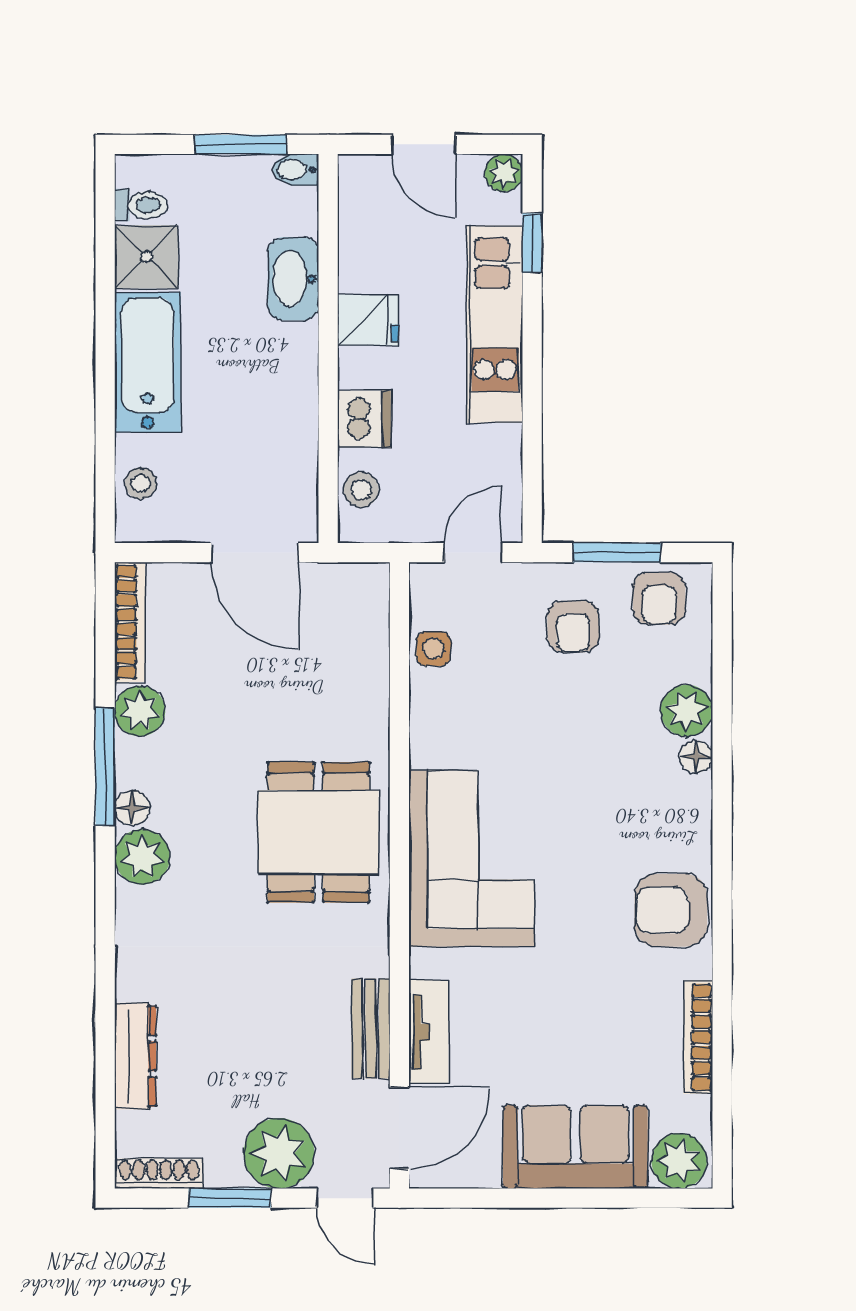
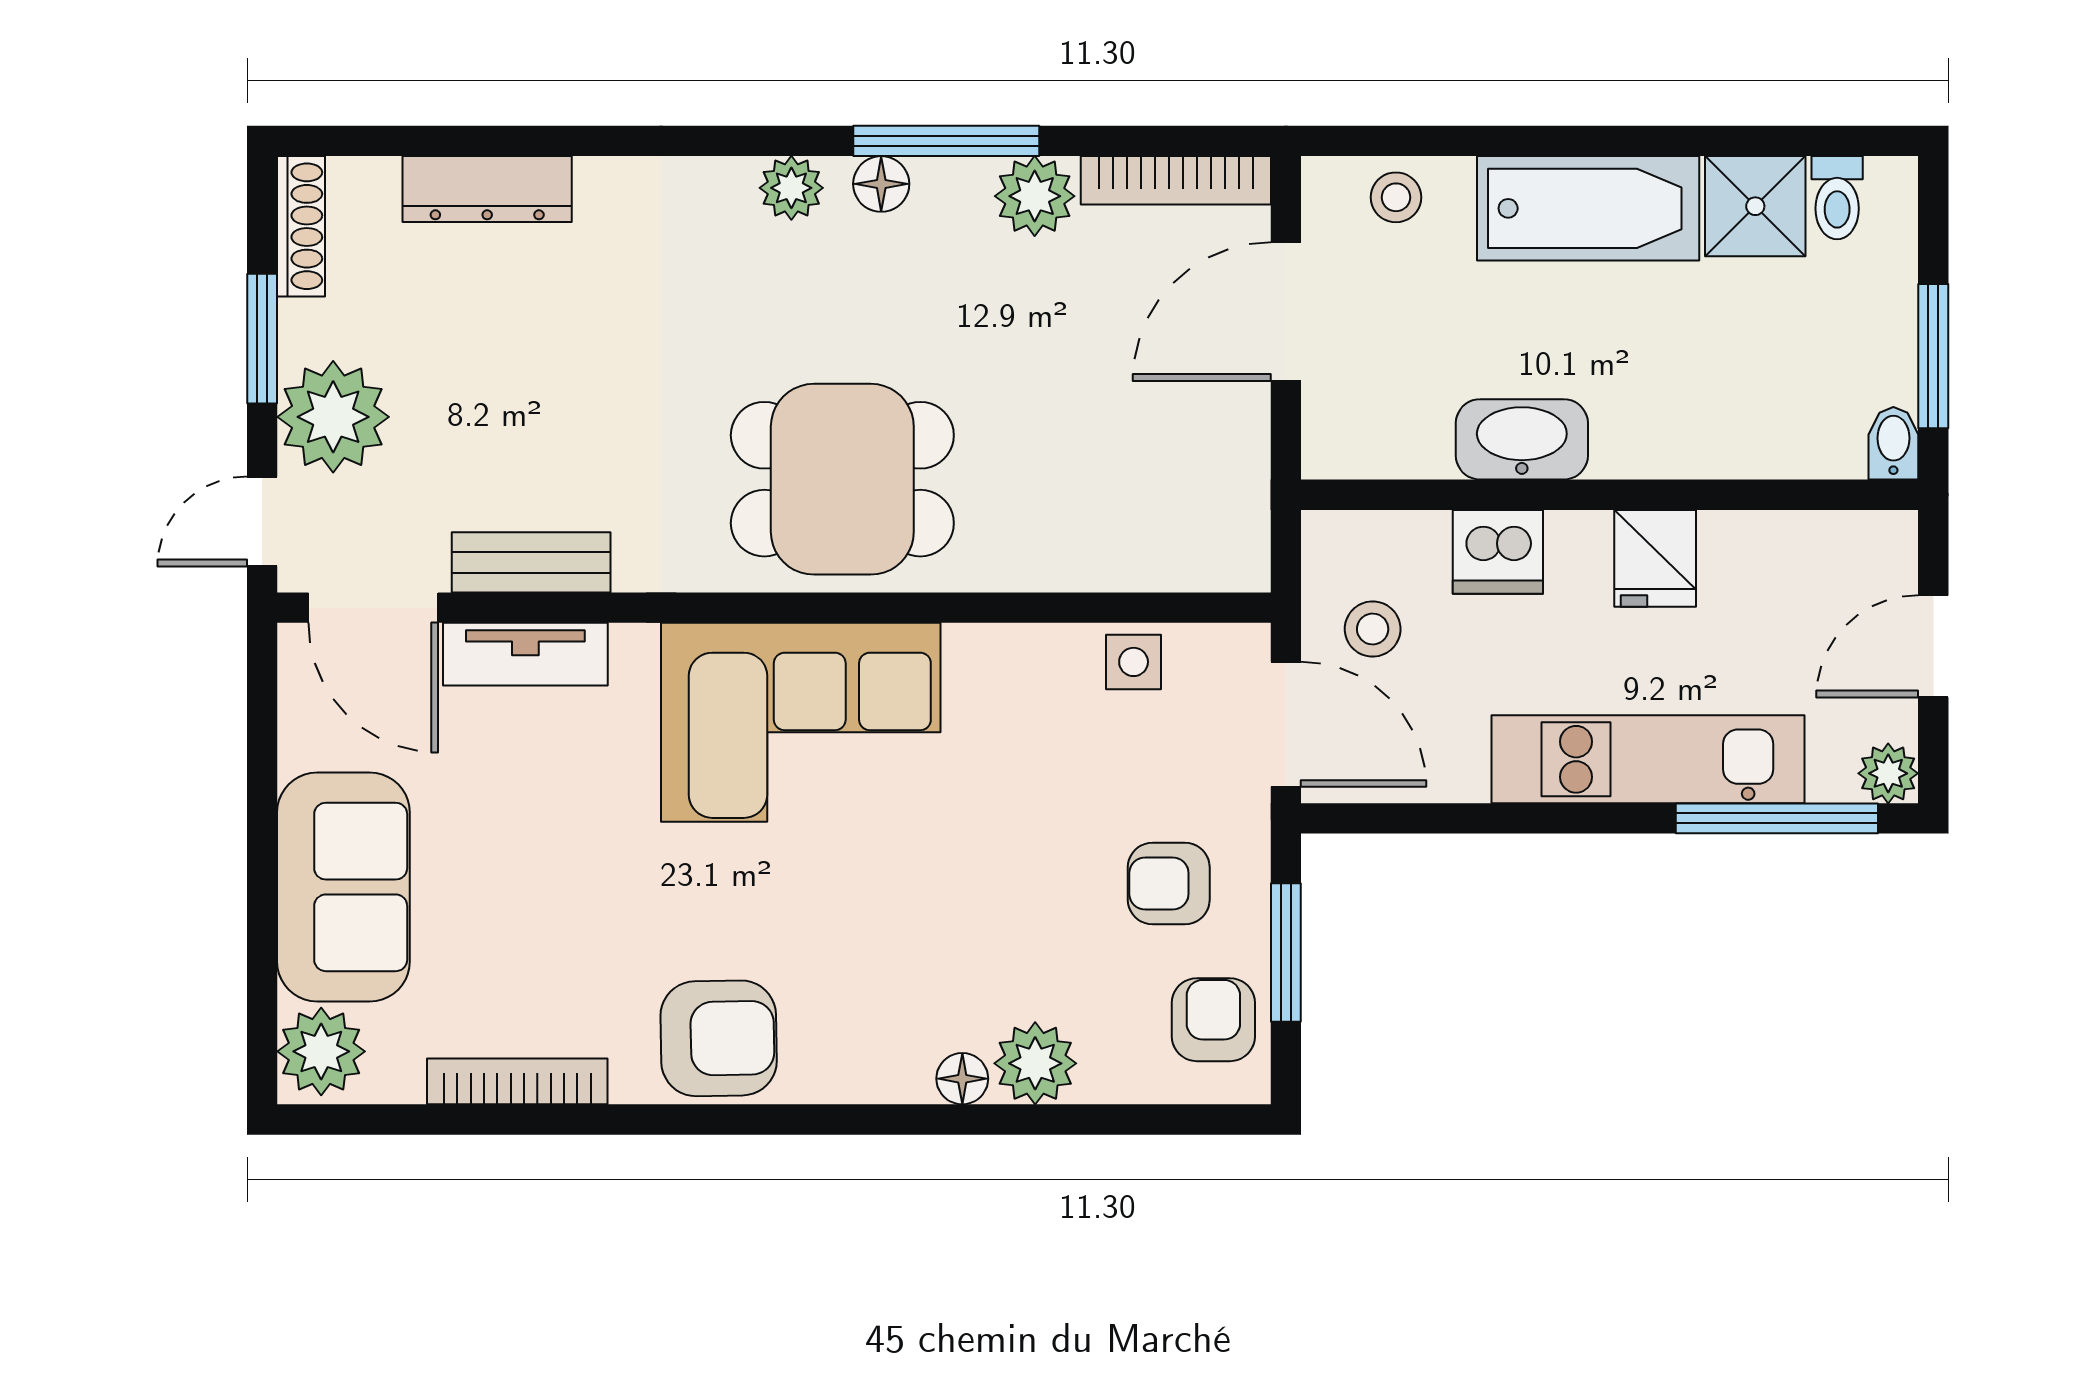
window: (532, 243) -> (1777, 818), width x2.17
washbasin: (293, 279) -> (1522, 439), moved
stool: (361, 490) -> (1373, 629), moved
door: (255, 553) -> (1286, 312), moved
door: (473, 553) -> (1286, 724), width x1.37
armchair: (659, 598) -> (1213, 1020), turned 90
plant: (142, 857) -> (791, 188), width x0.73, depth x0.73
armchair: (671, 910) -> (719, 1038), turned 89

